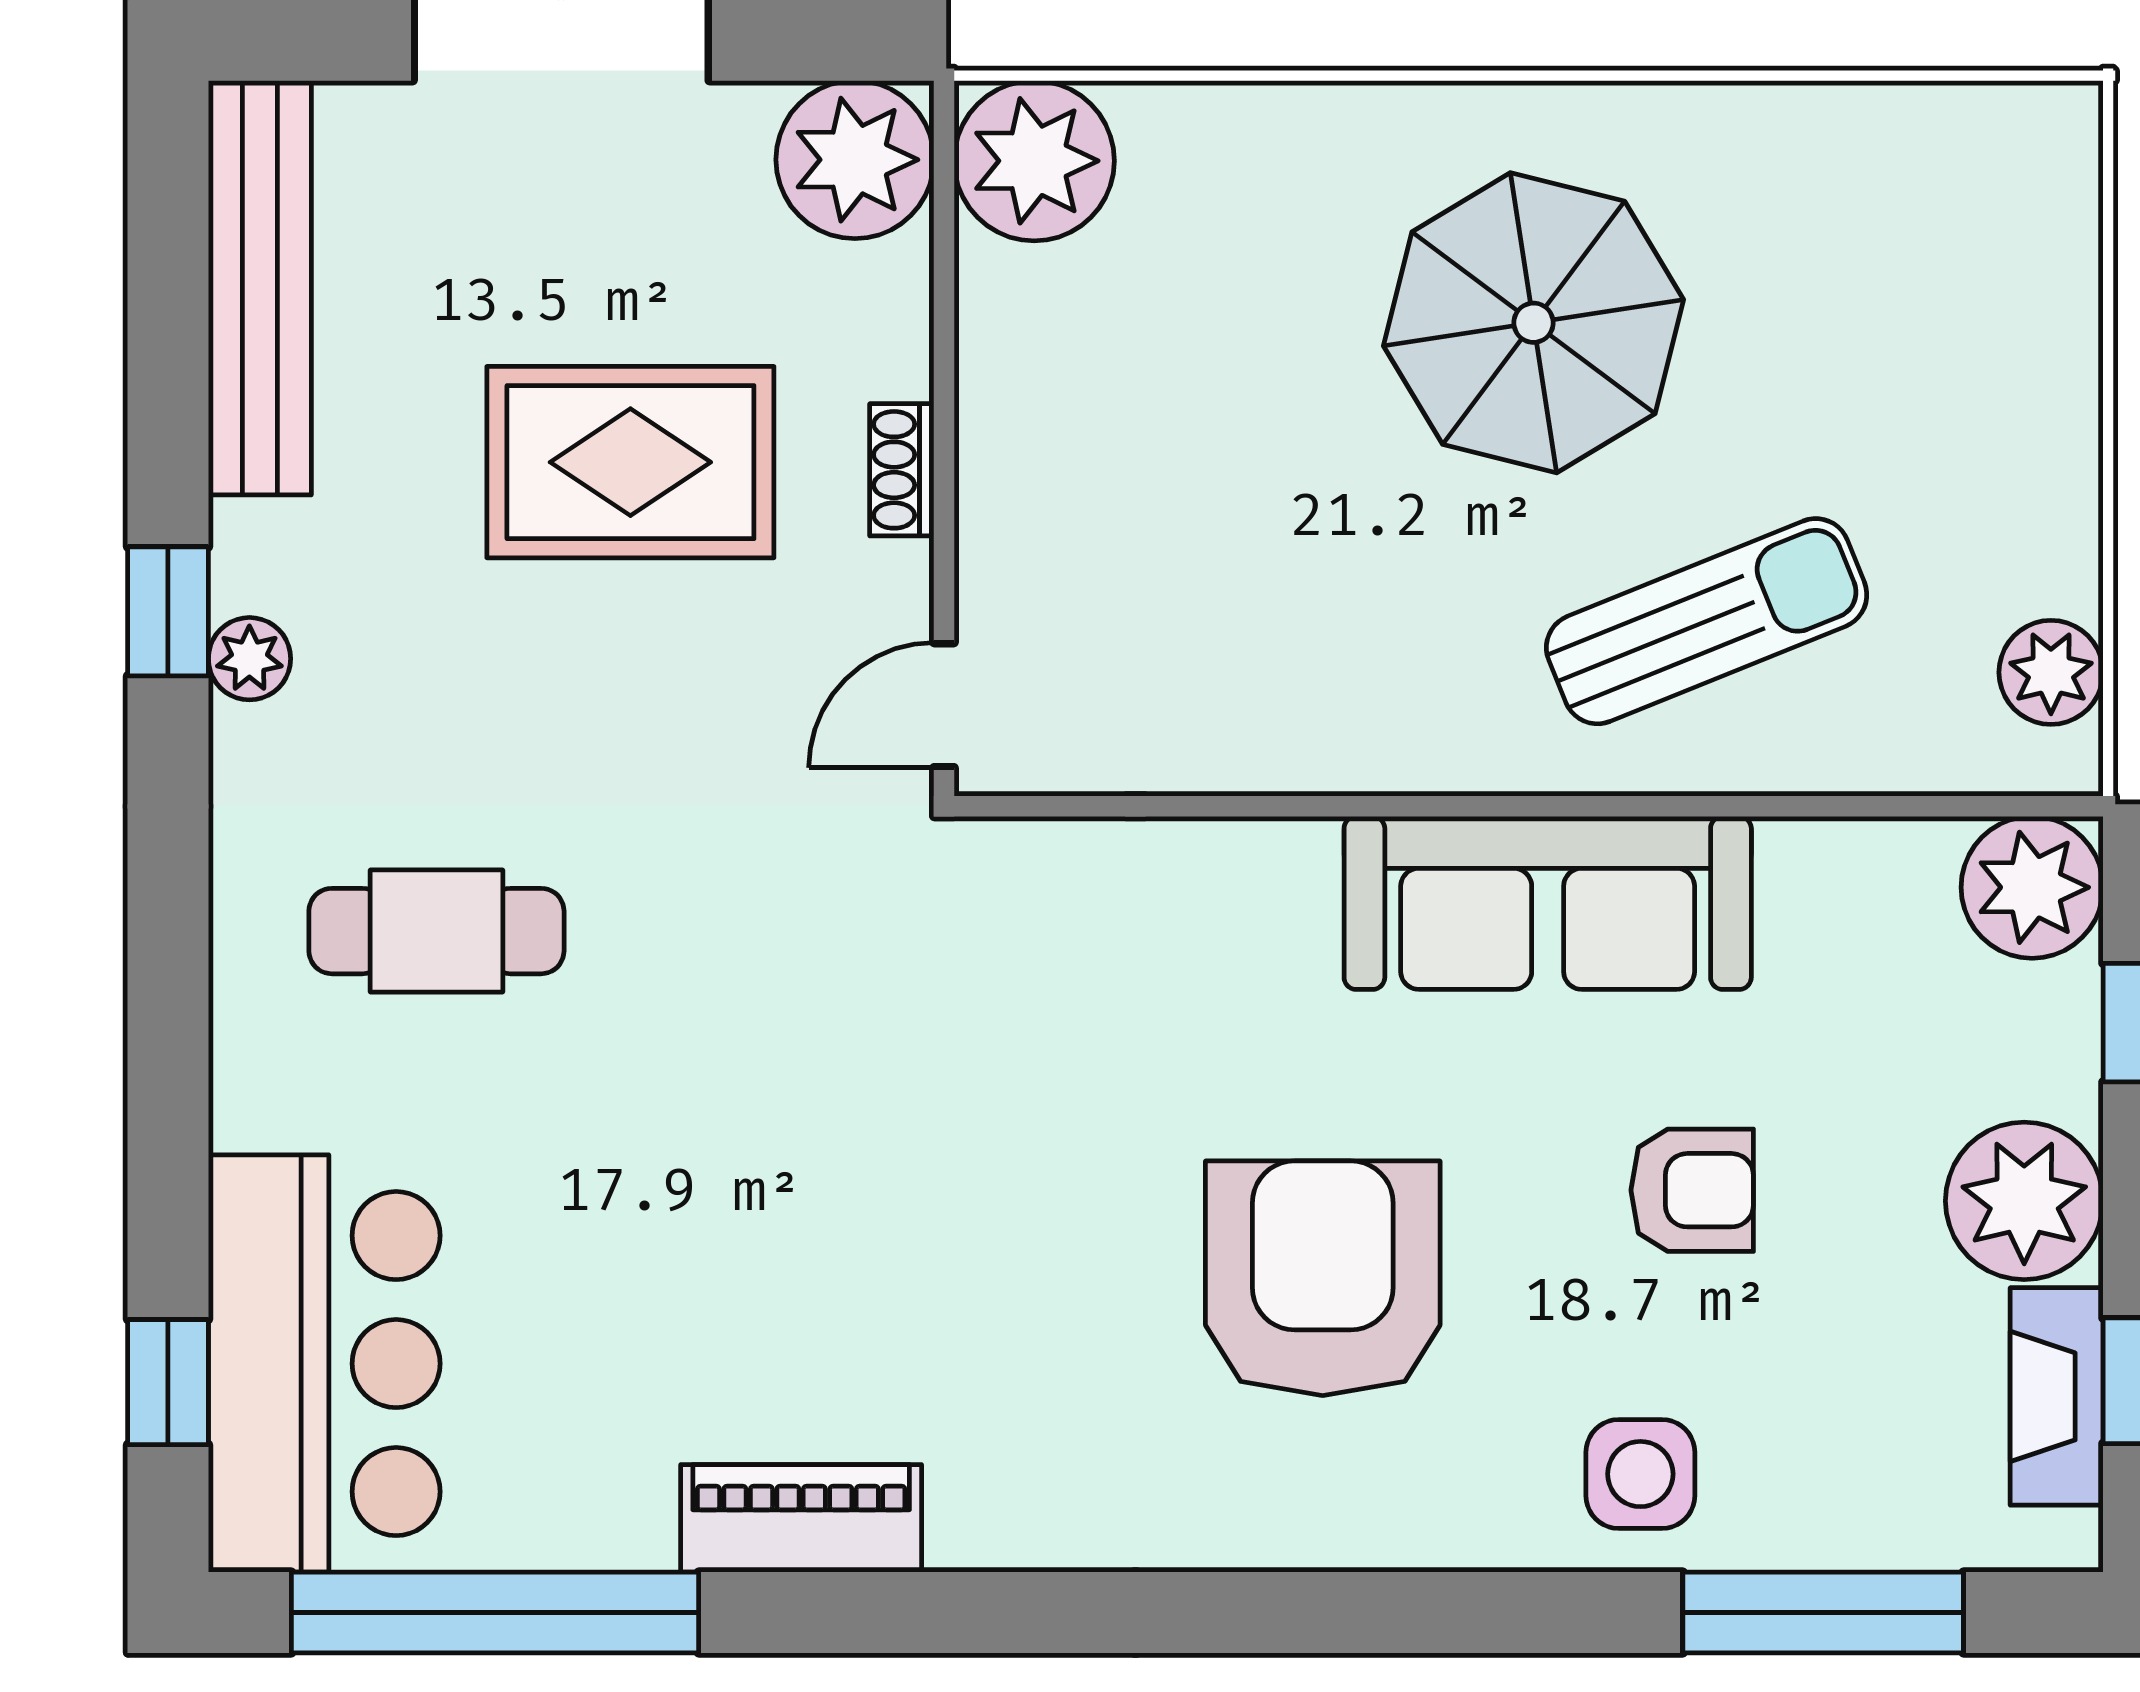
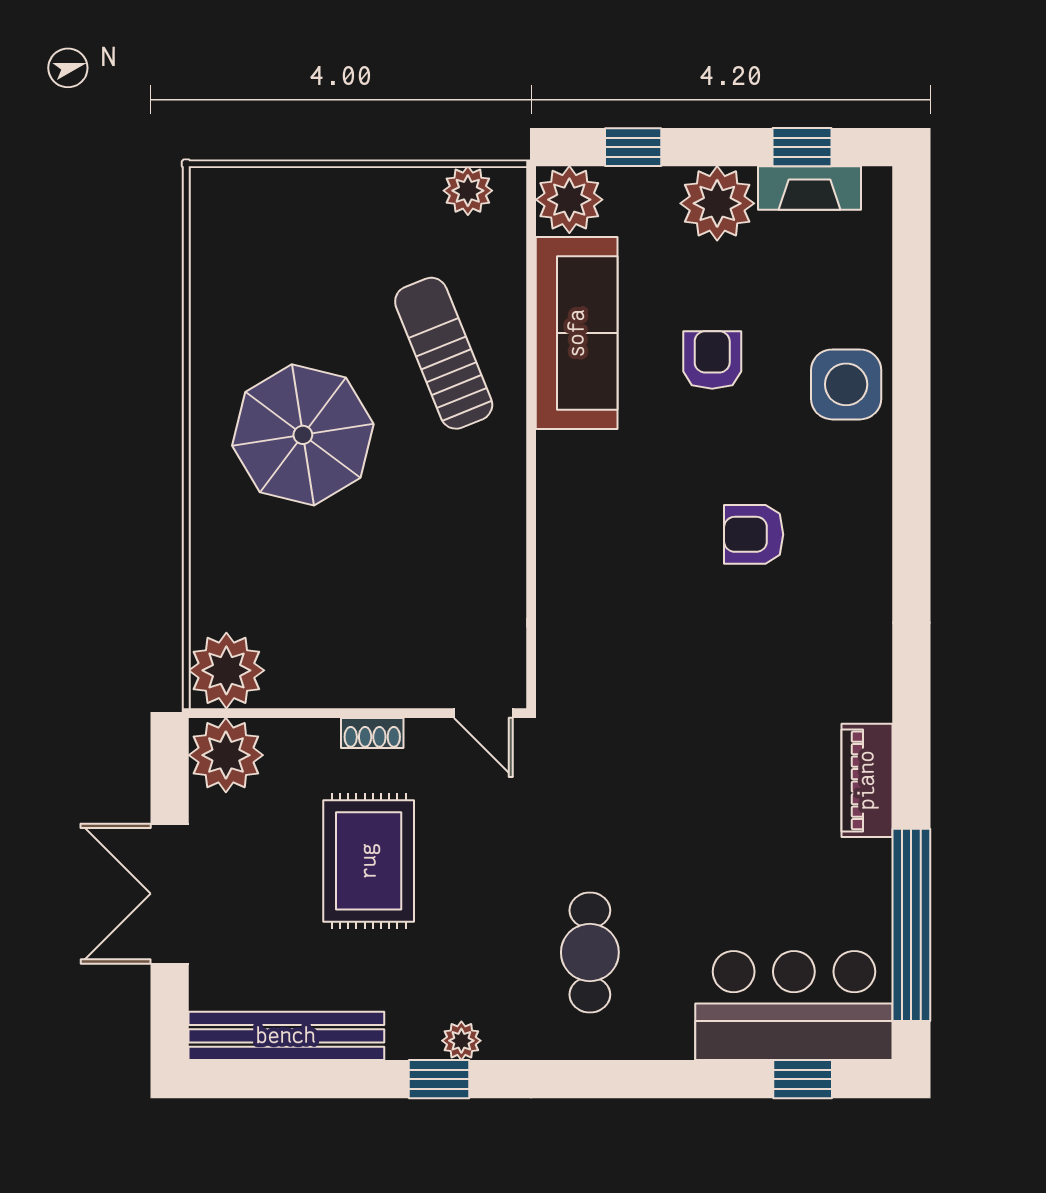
sofa: (1548, 903) -> (577, 333), moved
armchair: (1323, 1278) -> (754, 534), width x0.53, depth x0.53
side table: (1640, 1474) -> (846, 384), width x1.37, depth x1.37
window: (1823, 1613) -> (911, 298), removed

